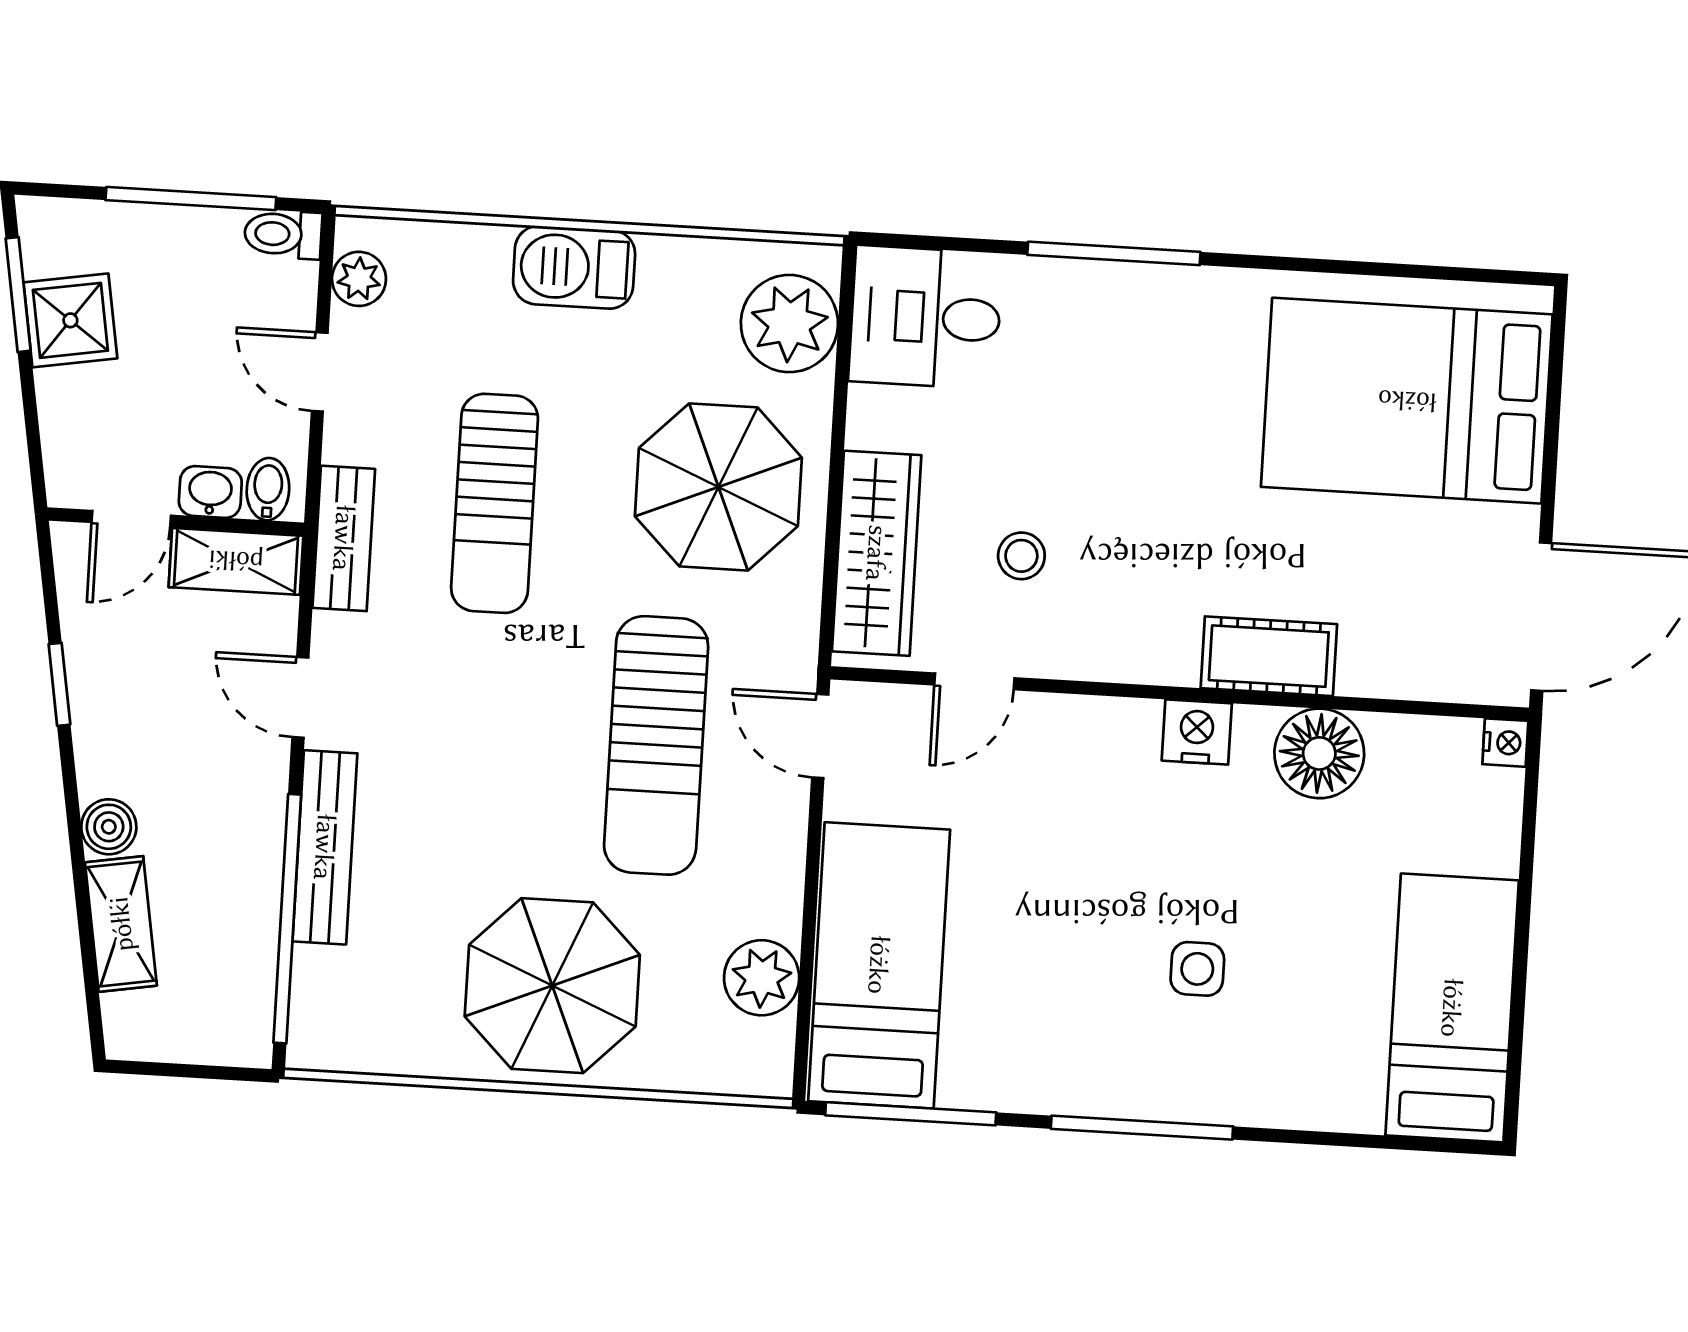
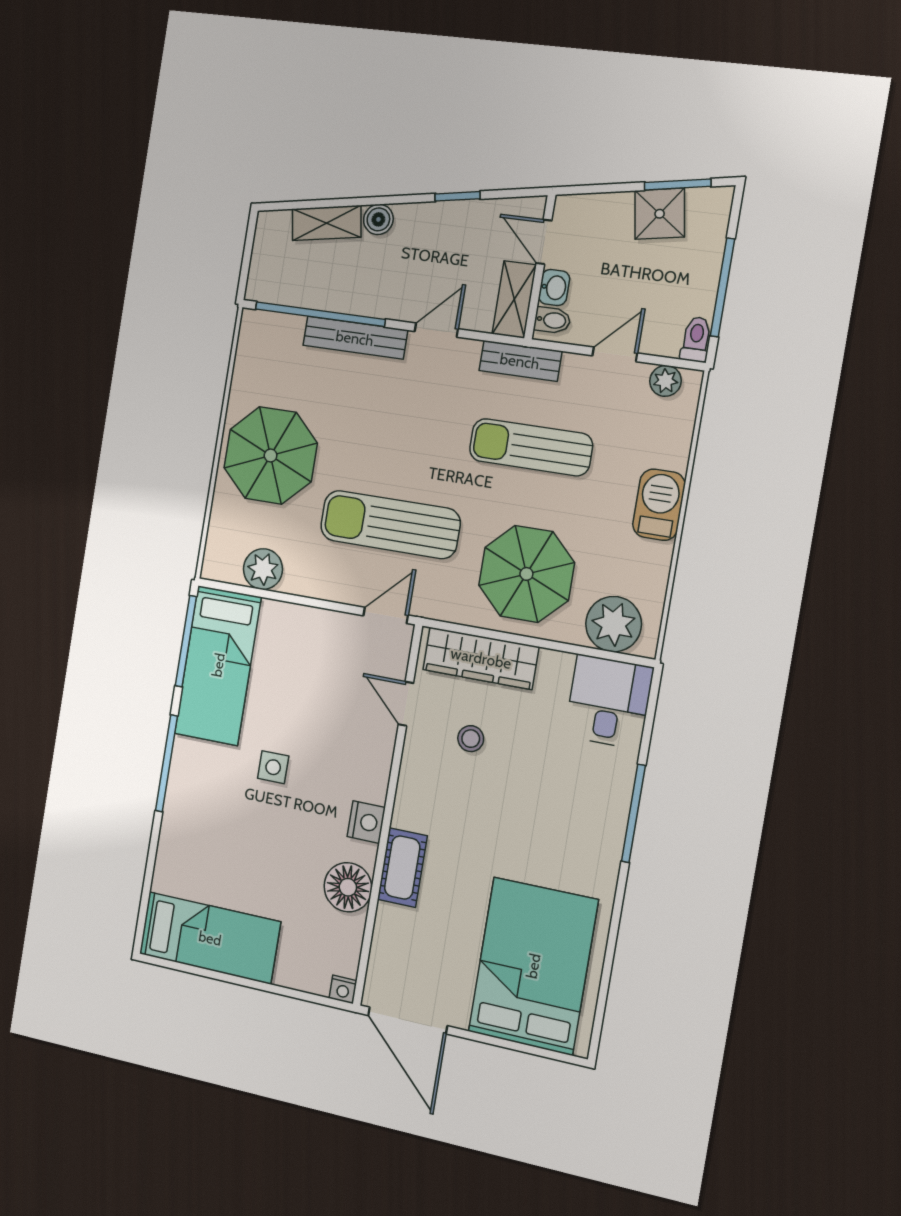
bed: (879, 965) -> (218, 665), moved, turned 90
side table: (1197, 969) -> (273, 767), moved

